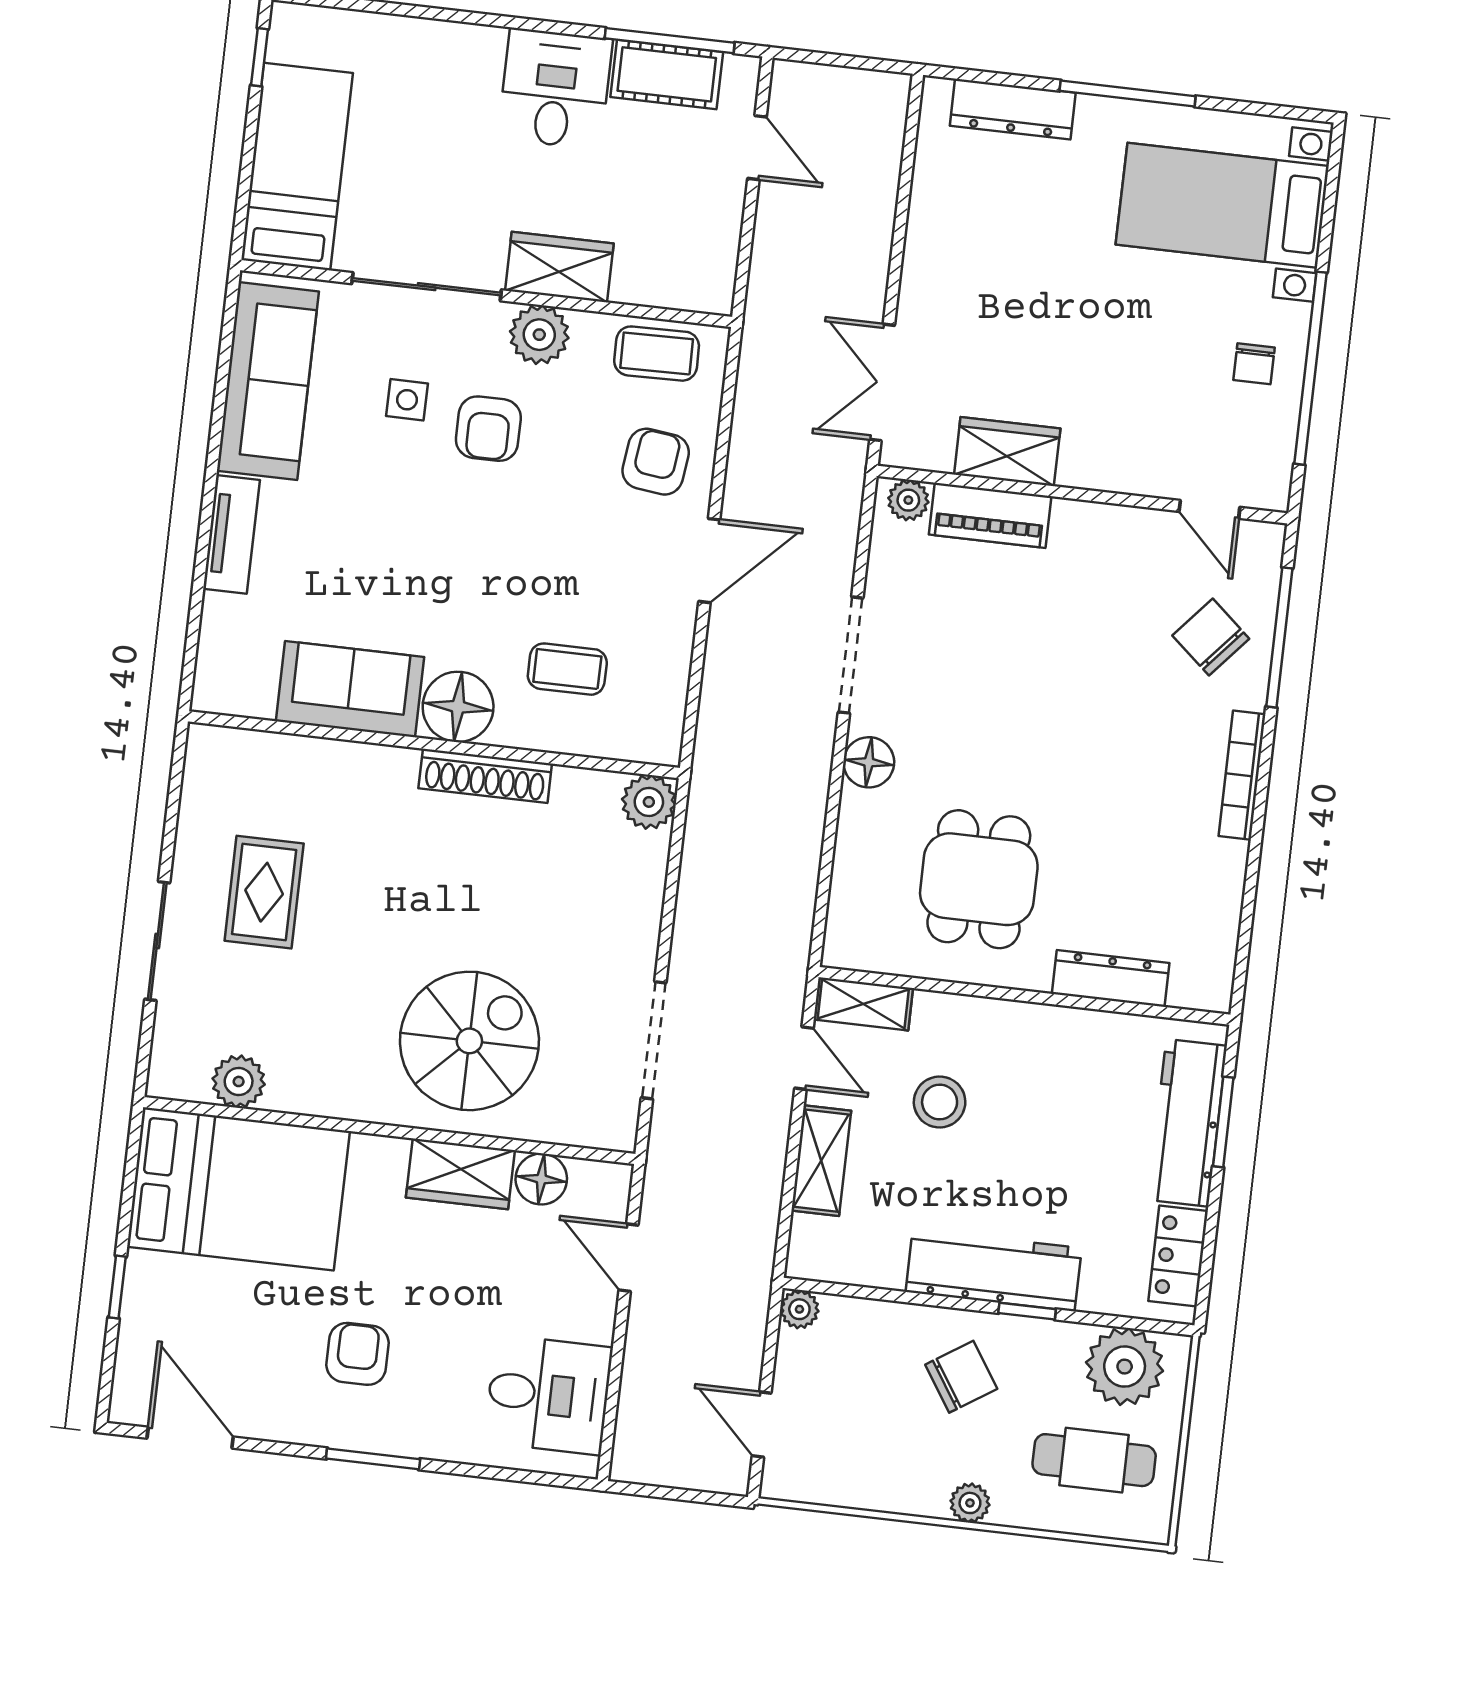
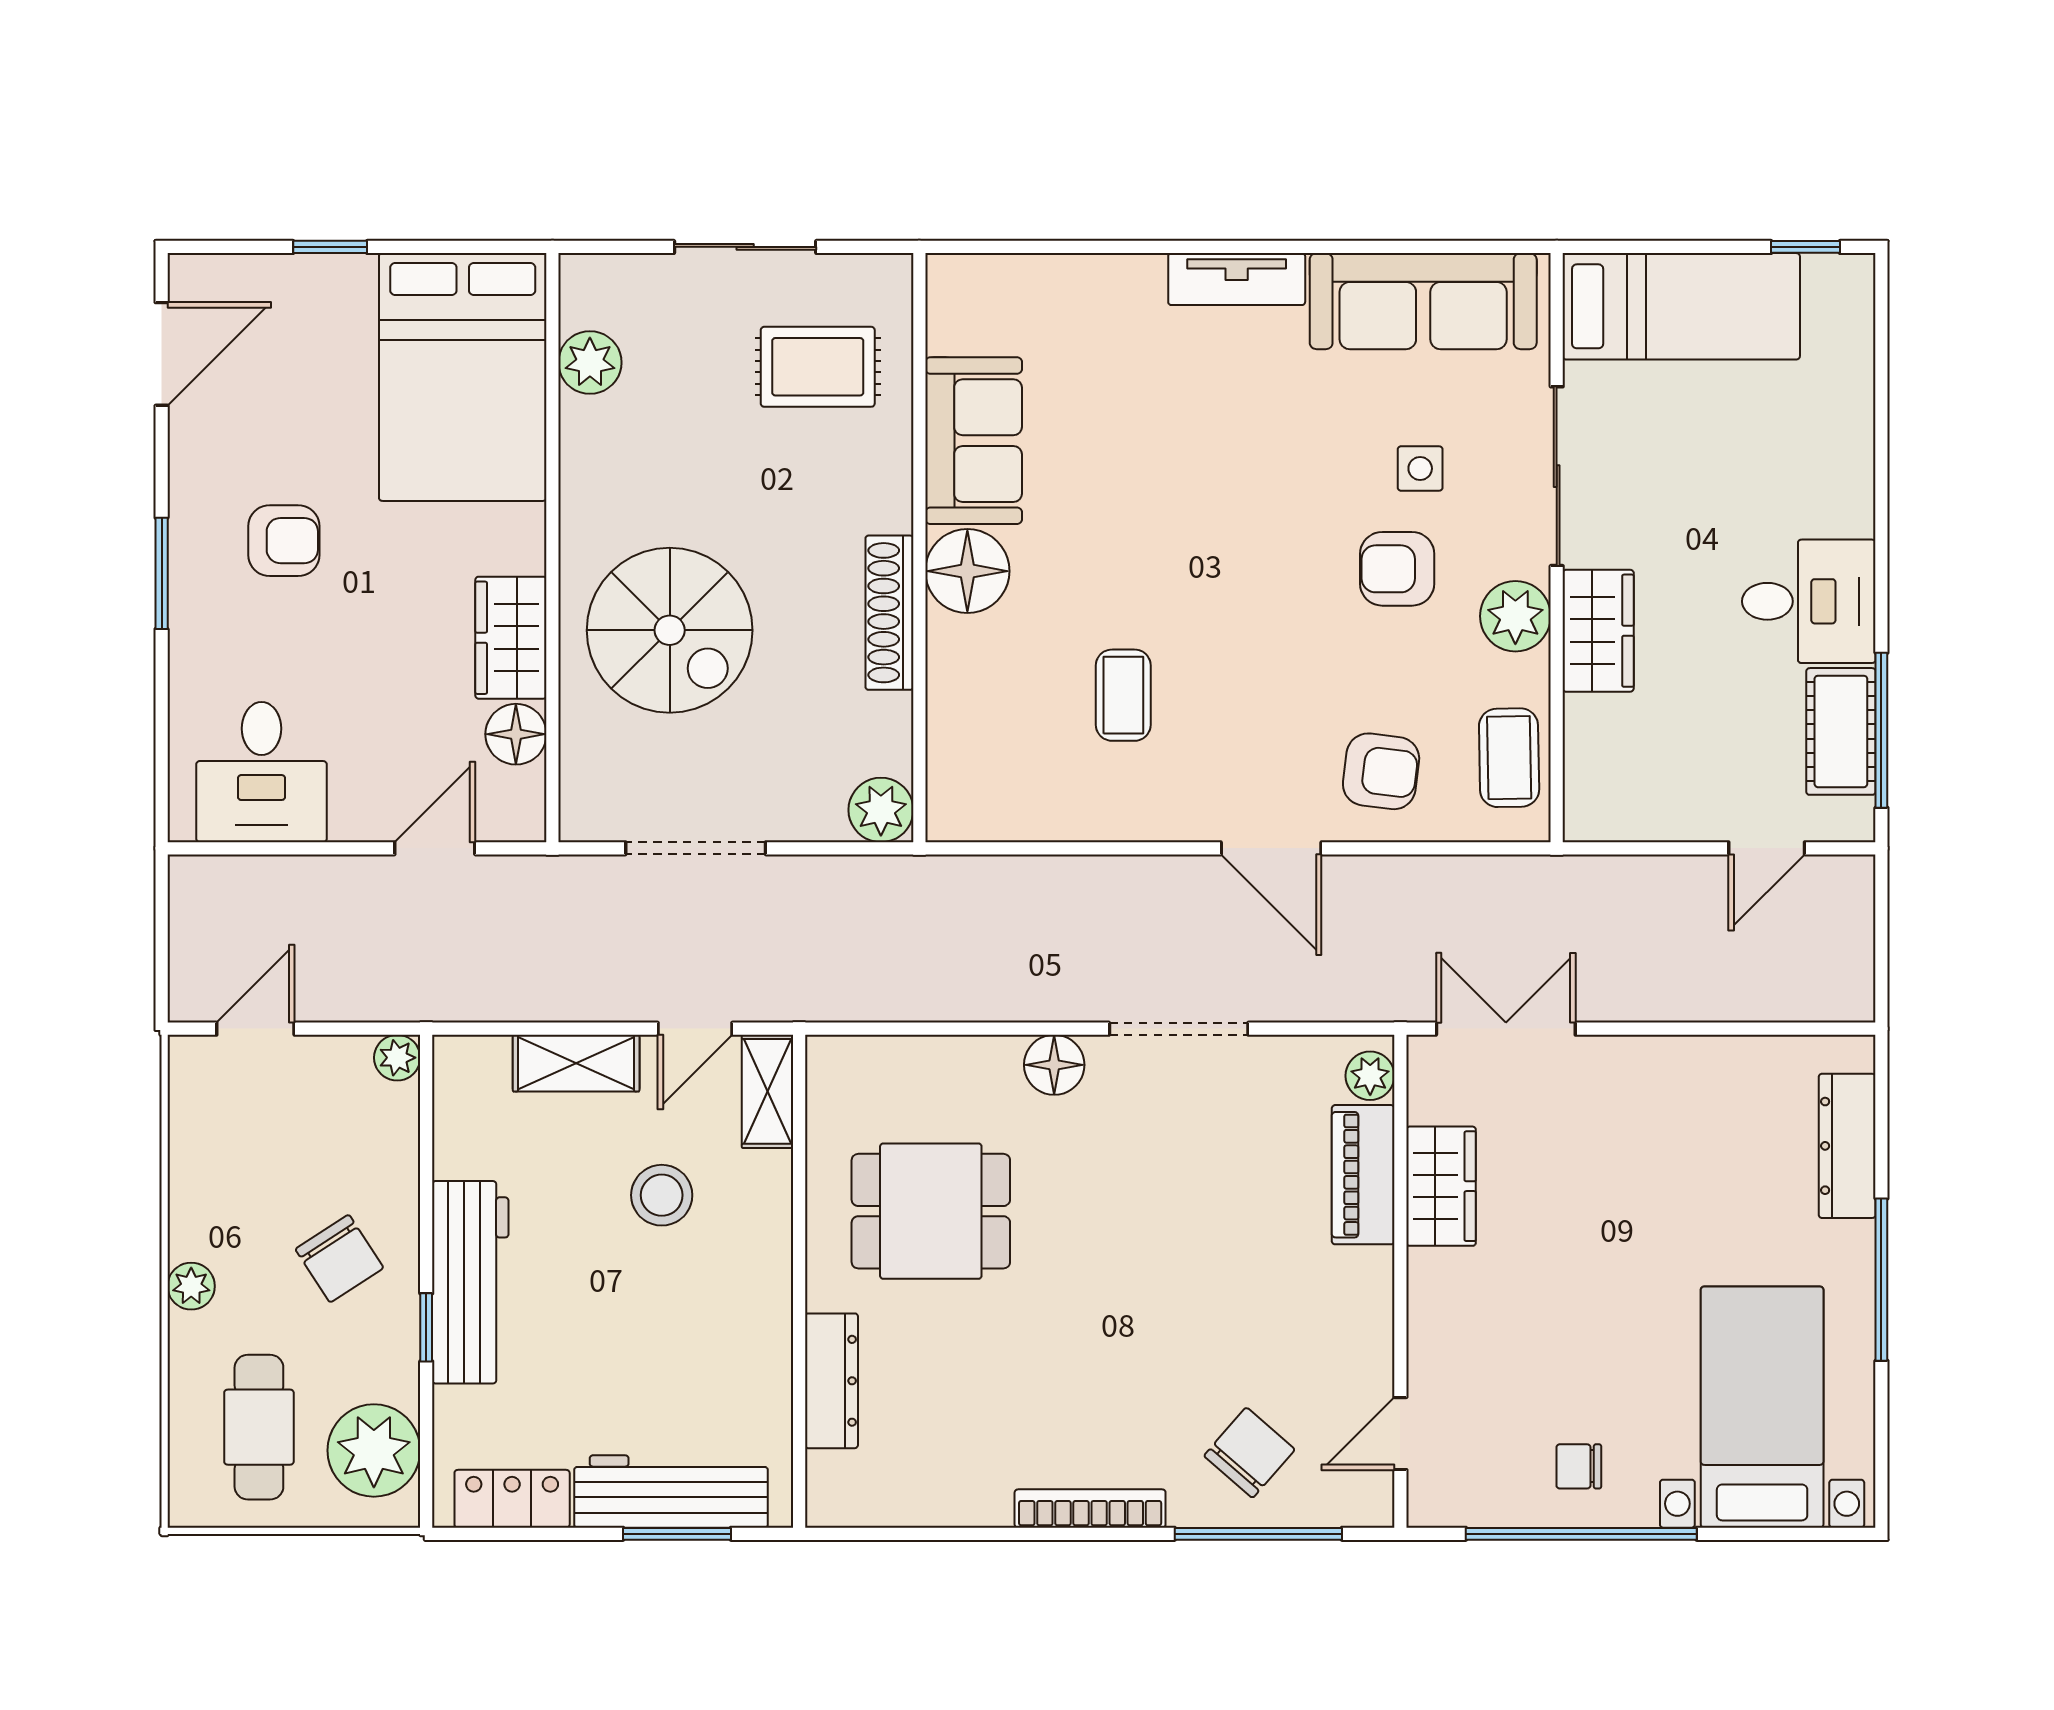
sofa: (350, 689) -> (974, 441), moved
floor lamp: (458, 707) -> (967, 571), moved
wall: (434, 745) -> (919, 548), moved
shoe rack: (485, 776) -> (889, 613), moved
plant: (649, 802) -> (881, 810), moved

